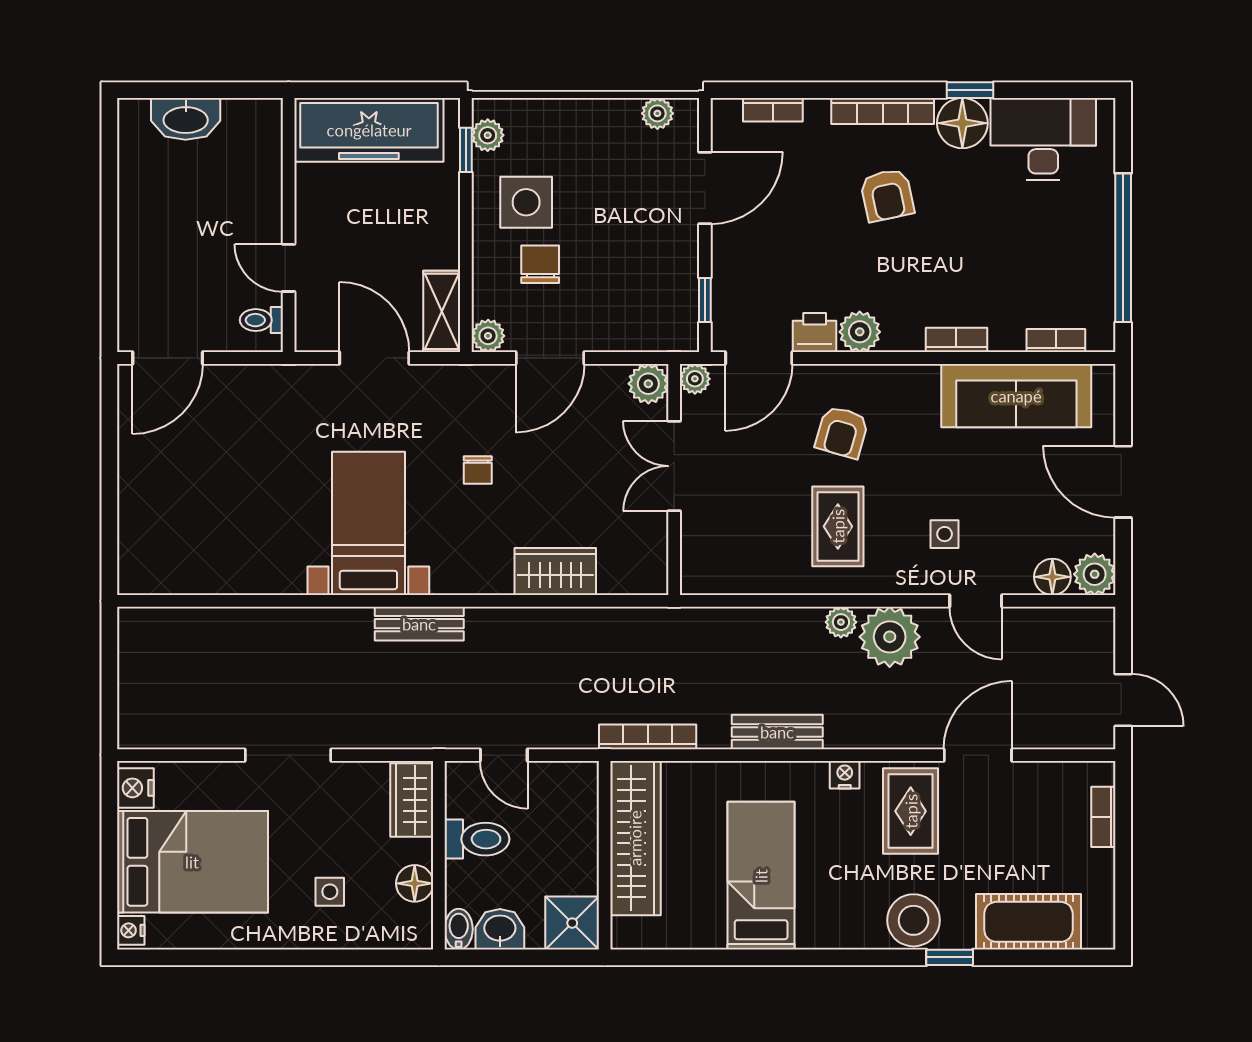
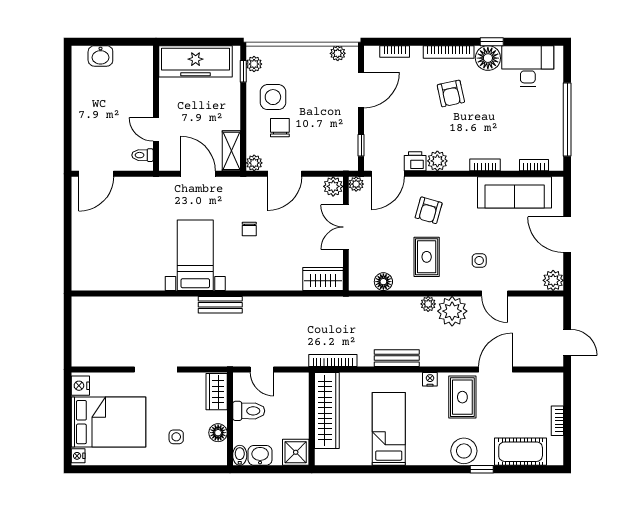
washbasin: (186, 119) -> (100, 56), width x0.72
wardrobe: (555, 571) -> (323, 279), moved
floor lamp: (1052, 577) -> (383, 282), moved
bookcase: (1103, 817) -> (557, 421), moved

